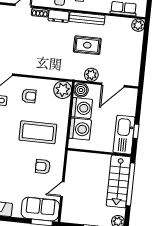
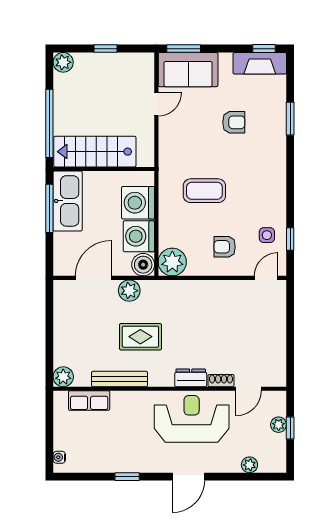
bench: (87, 18) -> (120, 379), moved
window: (136, 131) -> (49, 208), width x2.17
coffee table: (38, 132) -> (204, 191), width x0.73, depth x0.76
armchair: (43, 167) -> (234, 122), moved
stairs: (119, 181) -> (95, 152), moved, turned -90

